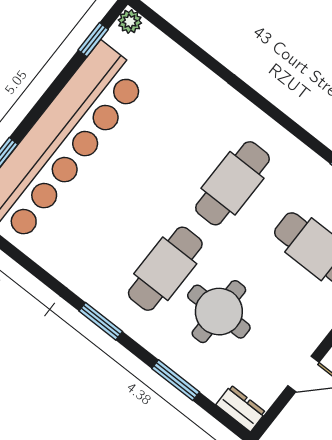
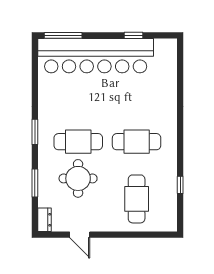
plant: (130, 21) -> (171, 45), removed
window: (93, 40) -> (133, 35), moved

